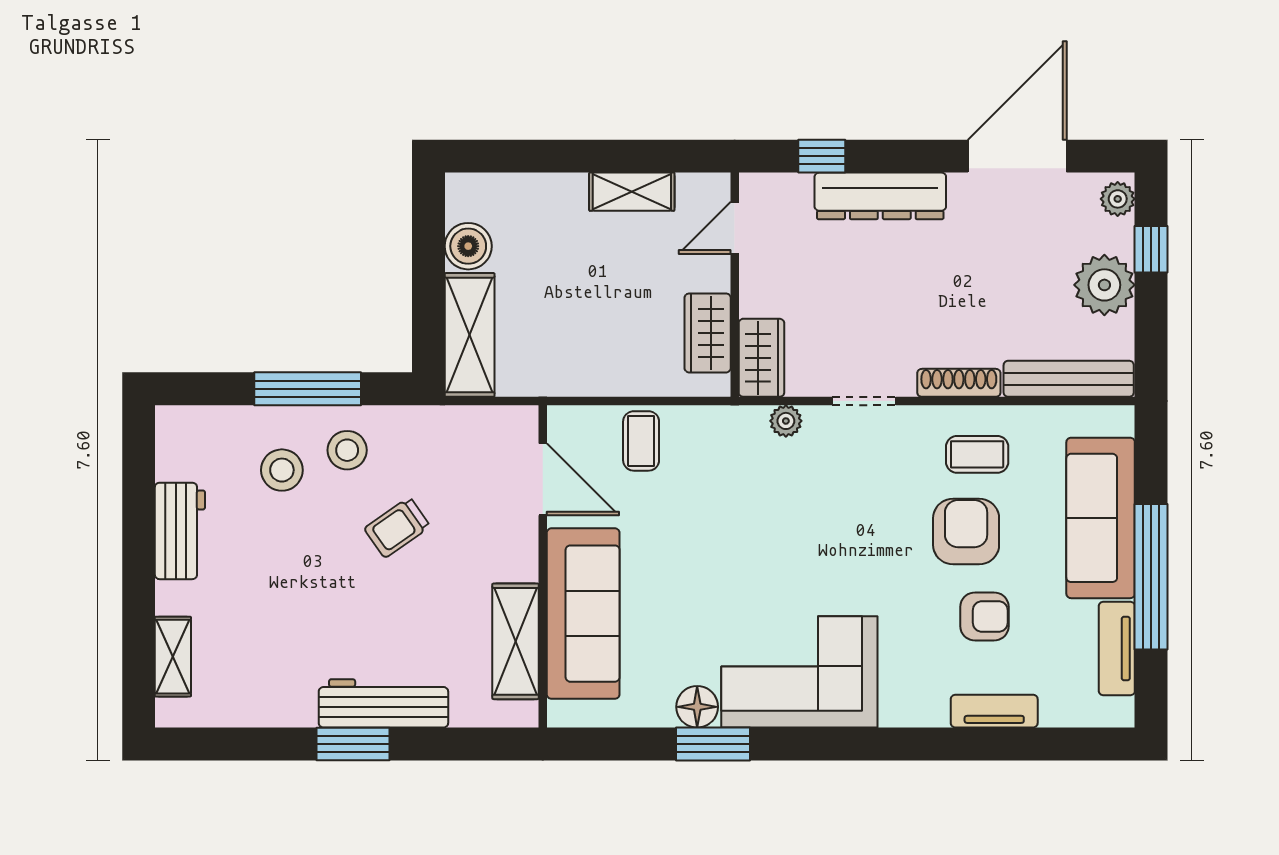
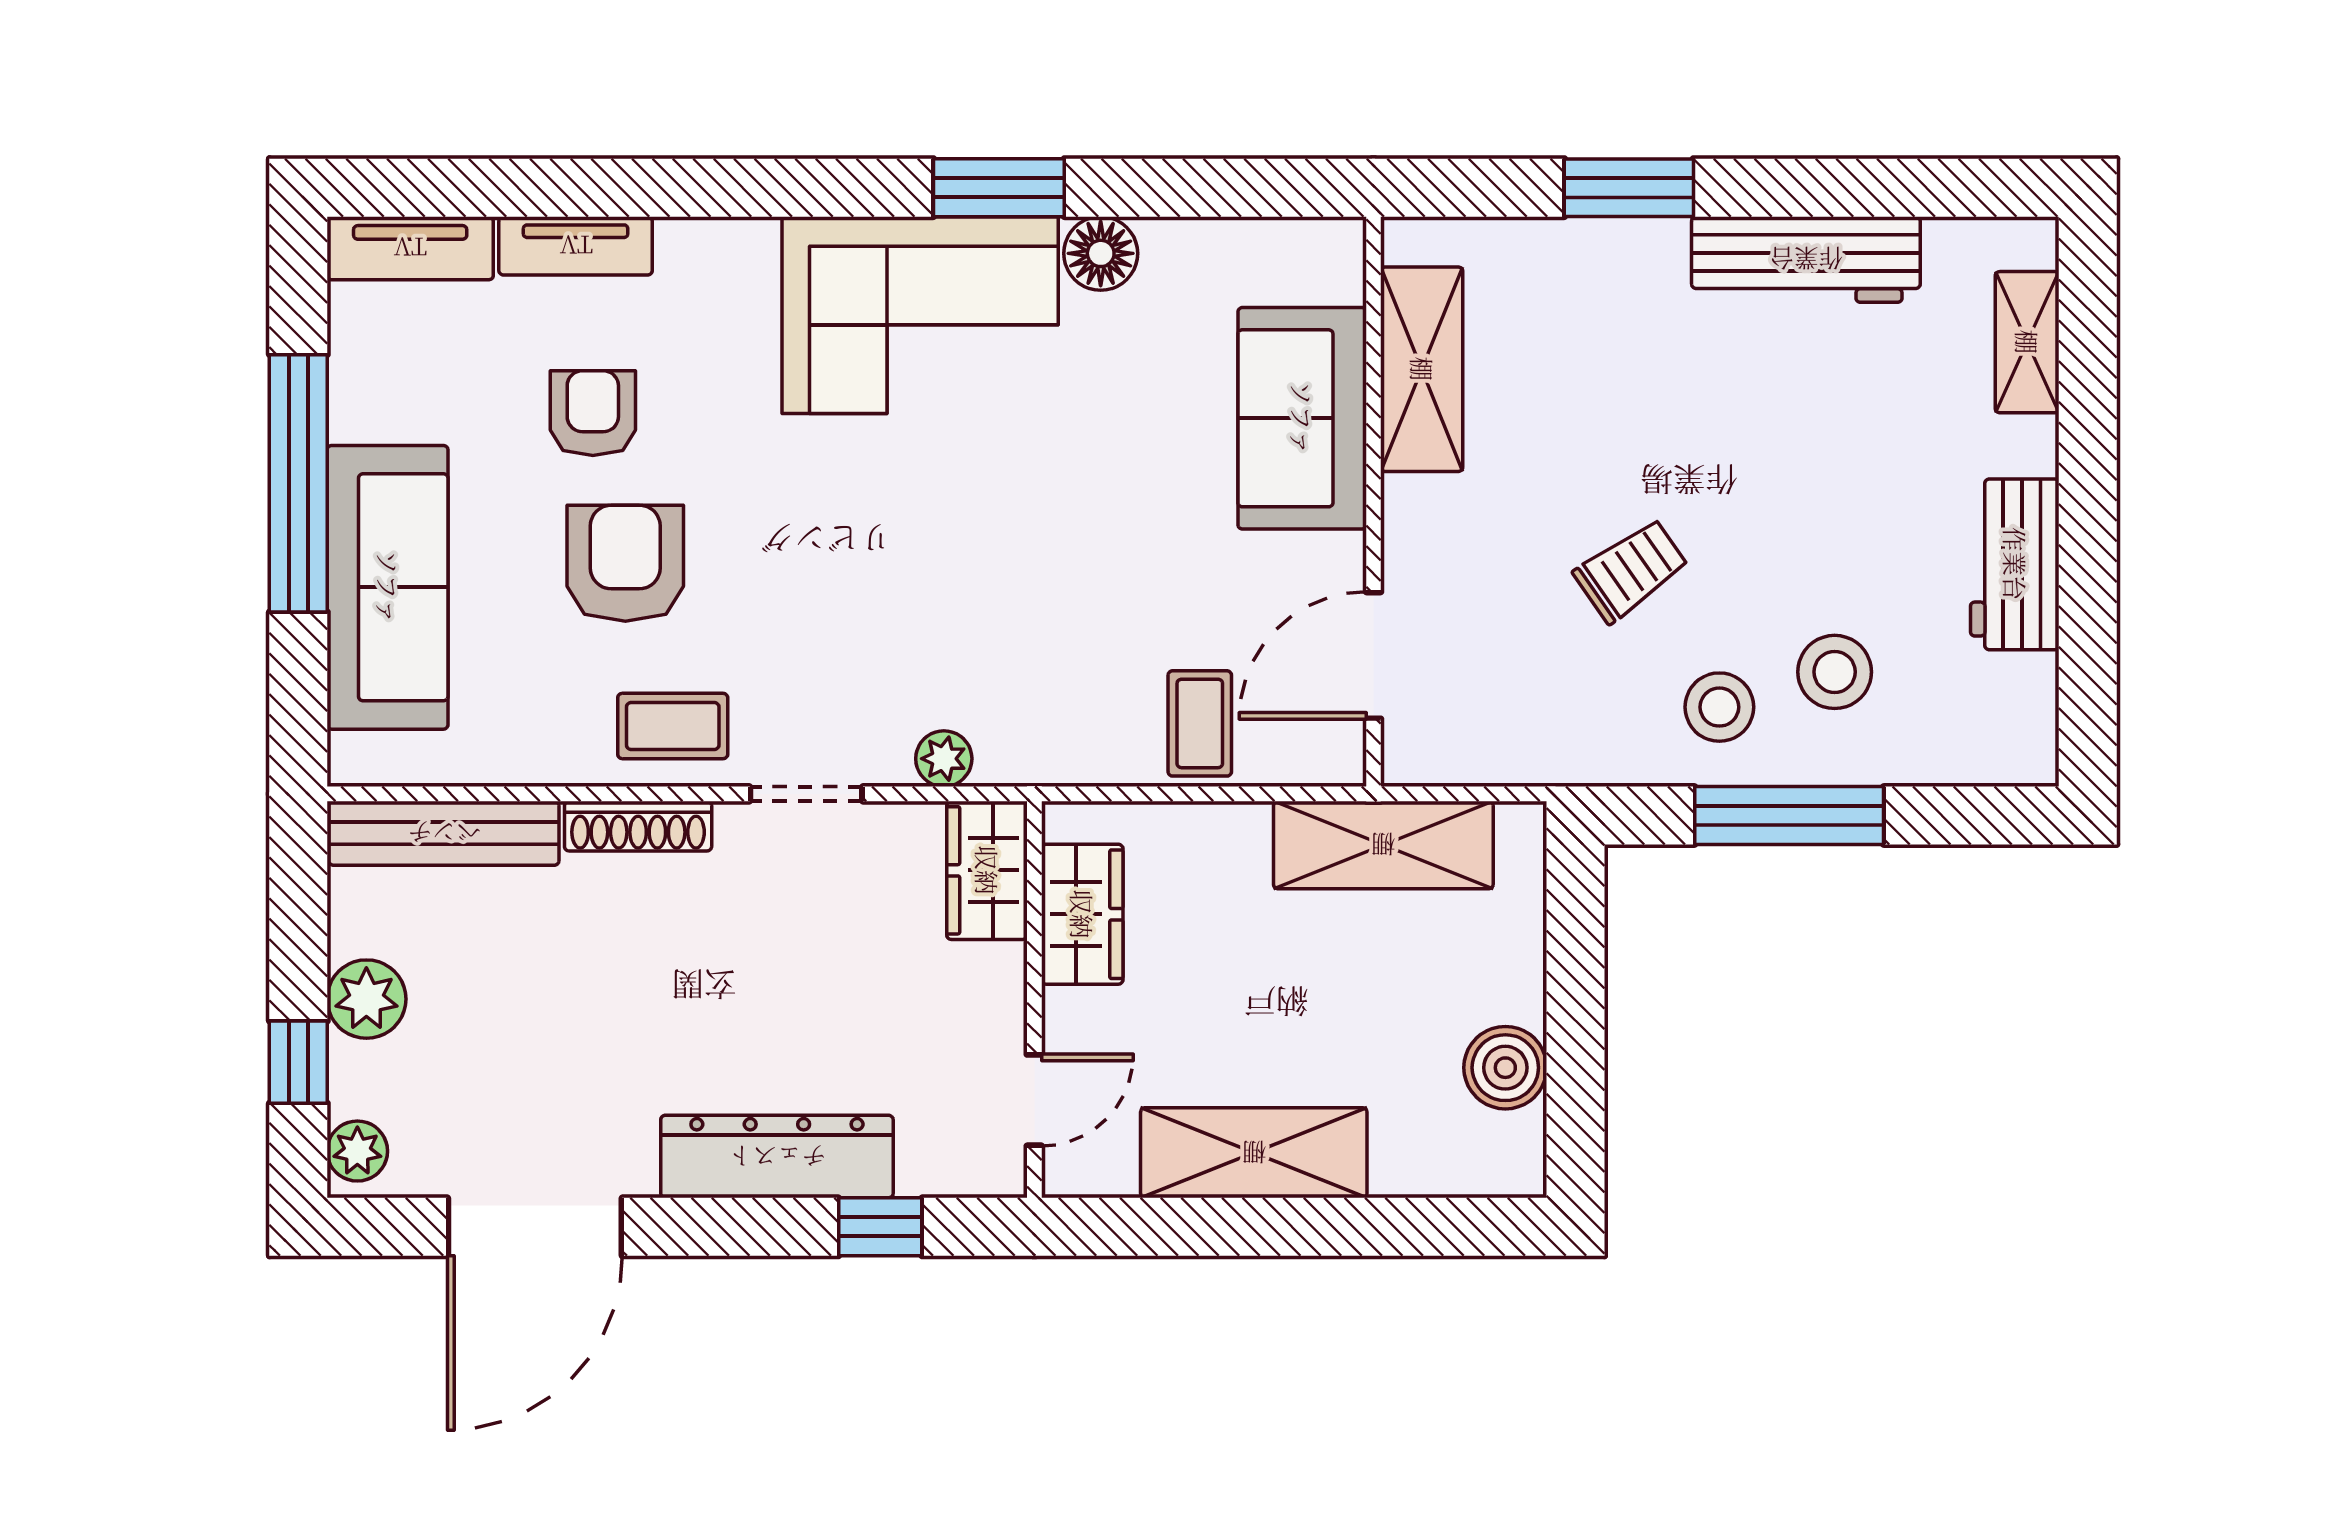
shelving: (632, 192) -> (1254, 1153), width x1.50, depth x1.33
plant: (1104, 285) -> (366, 999), width x0.73, depth x0.73
shelving: (470, 335) -> (1383, 845), moved, turned 90
coffee table: (977, 454) -> (673, 726), moved
door: (543, 479) -> (1373, 655), hinge flipped
armchair: (966, 532) -> (625, 563), turned 180
sofa: (583, 614) -> (1302, 418), width x0.73
armchair: (984, 616) -> (593, 413), turned 90
tv unit: (1117, 648) -> (410, 248), moved, turned 90
workbench: (383, 703) -> (1806, 259), moved
window: (353, 744) -> (1629, 188), moved
window: (713, 744) -> (999, 188), moved

